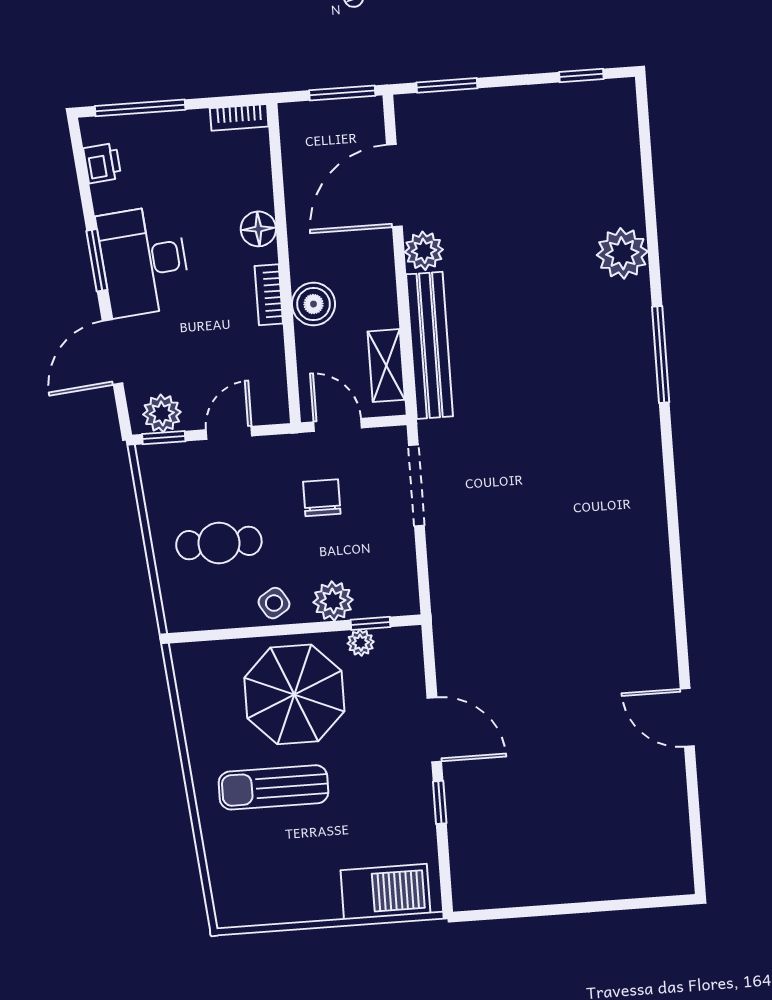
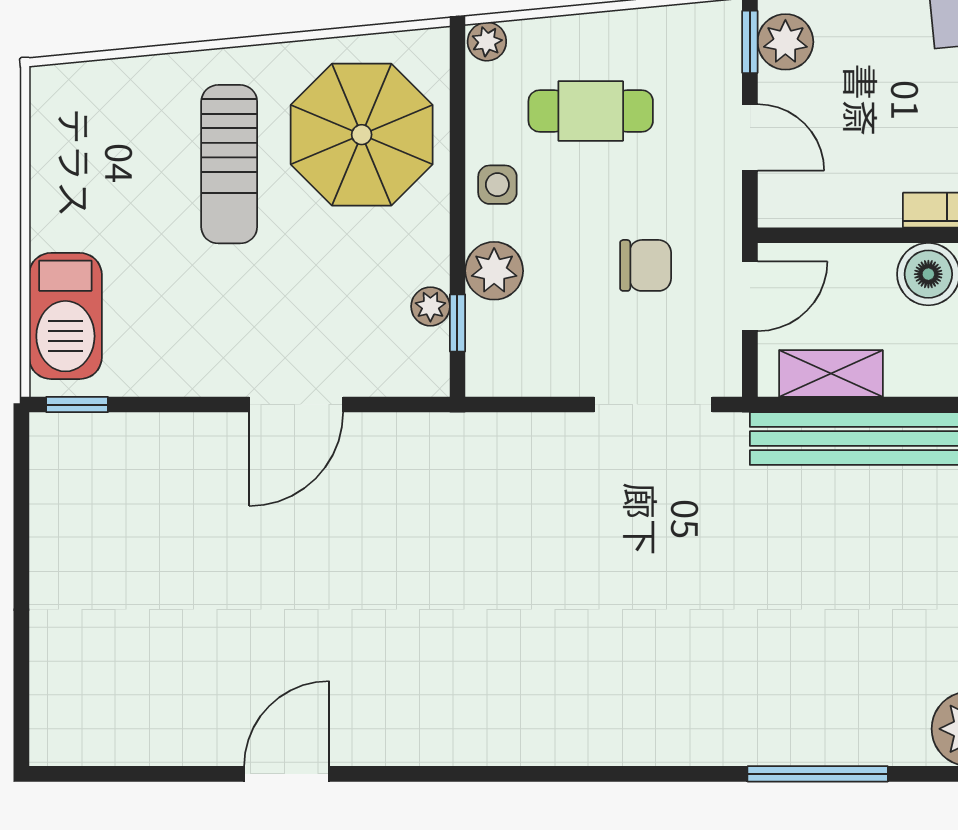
cafe table: (219, 543) -> (591, 111), turned 90
side table: (274, 603) -> (497, 185), turned 32
plant: (177, 617) -> (487, 42), added
parasol: (294, 694) -> (362, 135), moved
sun lounger: (273, 787) -> (229, 164), turned 180
window: (440, 802) -> (77, 405), moved

